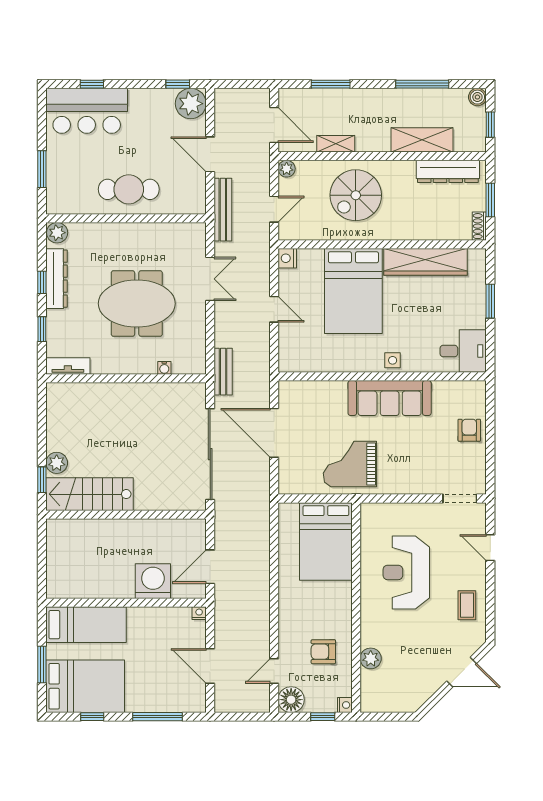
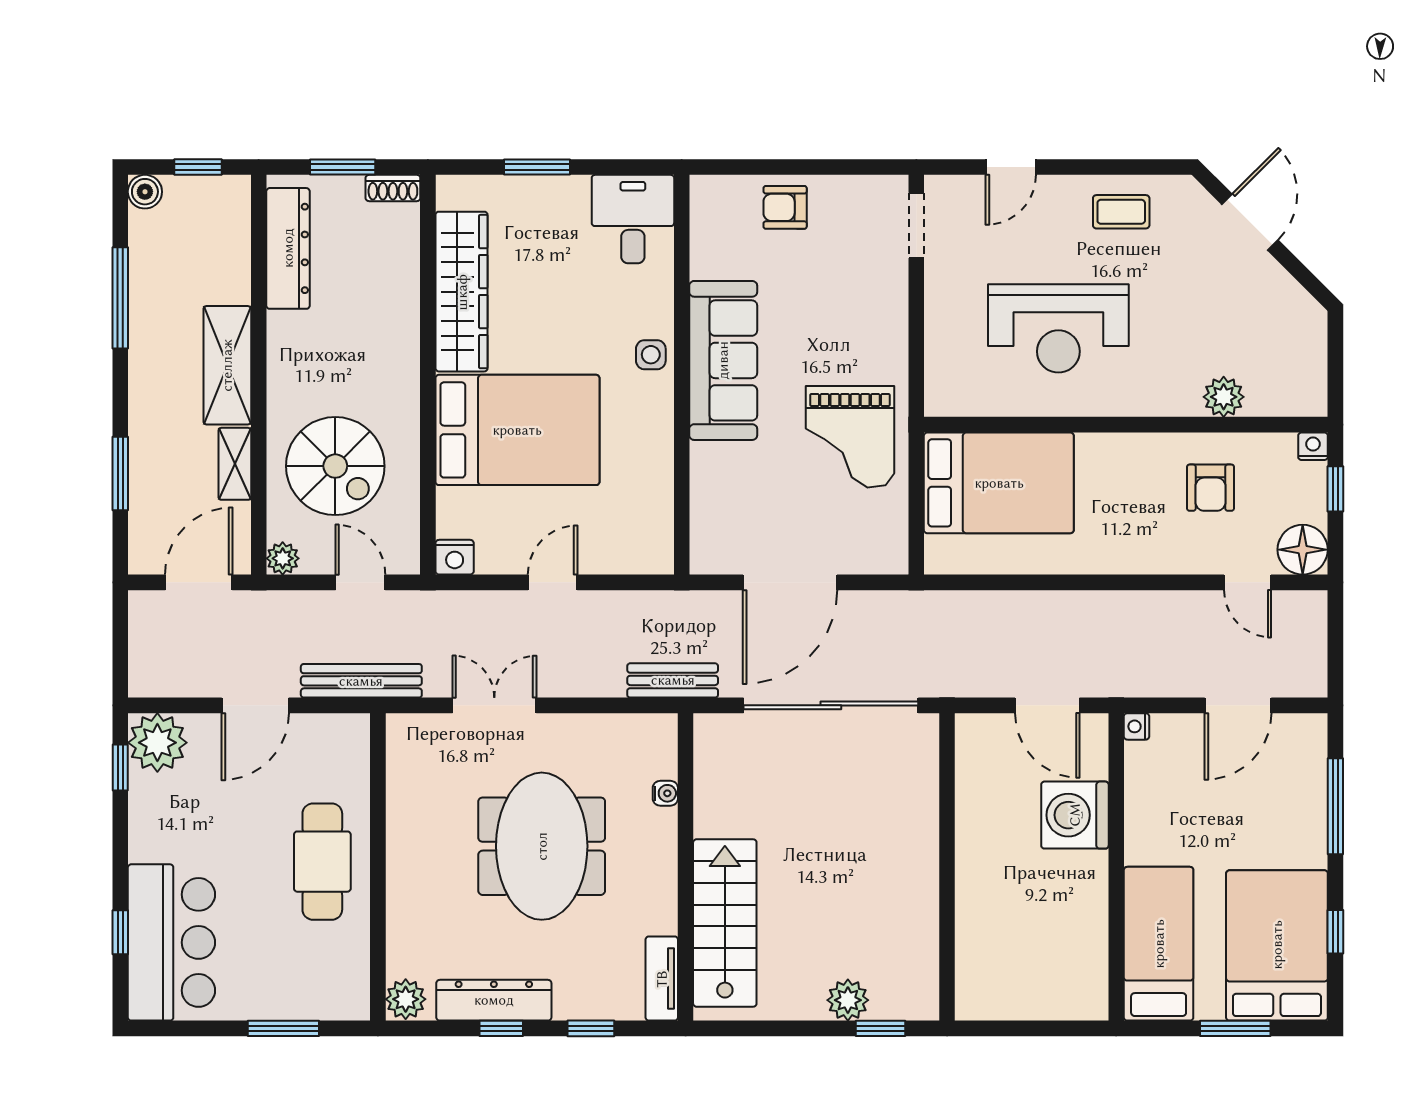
shelving: (422, 140) -> (227, 365), moved
spiral stairs: (356, 195) -> (335, 466), moved
stairs: (90, 494) -> (725, 923), moved, turned 180

